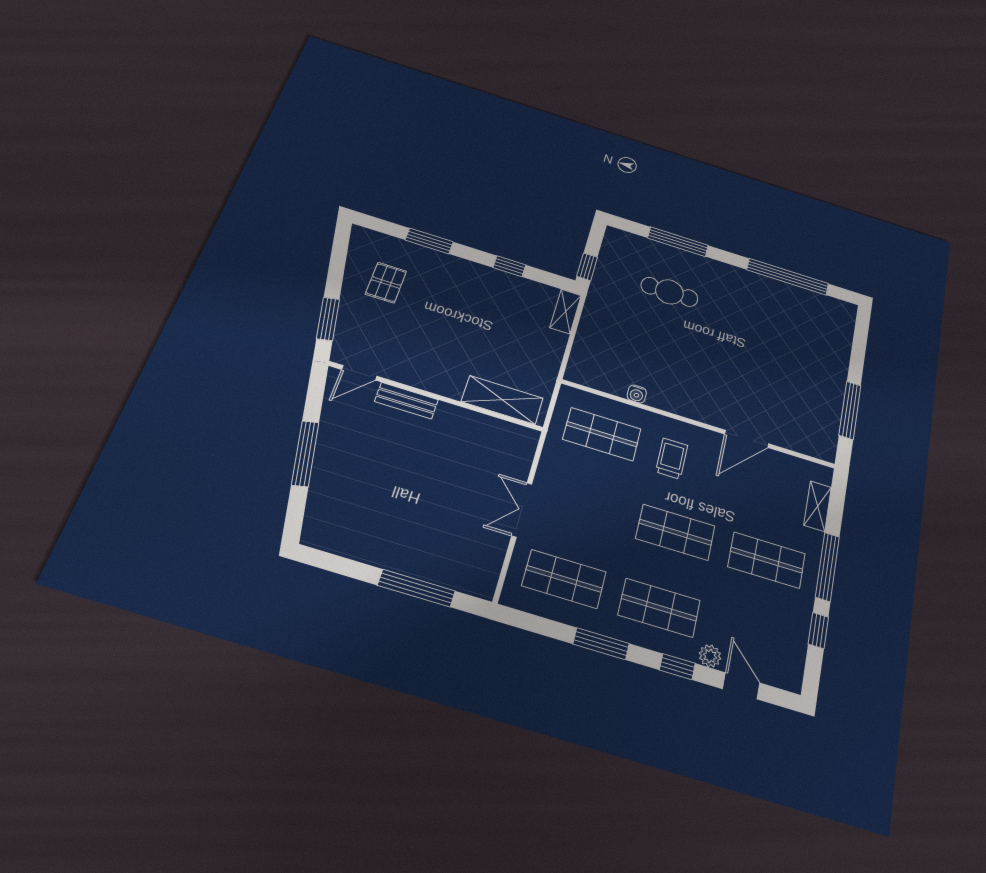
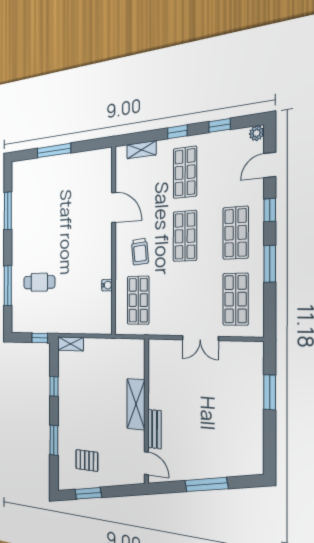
window: (788, 277) -> (8, 211), width x0.68
cafe table: (669, 292) -> (39, 282), turned 90
window: (328, 319) -> (88, 493), moved
shelving: (502, 400) -> (136, 404), moved
window: (850, 410) -> (54, 151), moved
trolley: (672, 459) -> (140, 252), turned -95
window: (827, 567) -> (177, 132), width x0.46
window: (416, 588) -> (270, 392), width x0.69
plant: (710, 656) -> (257, 133), moved

